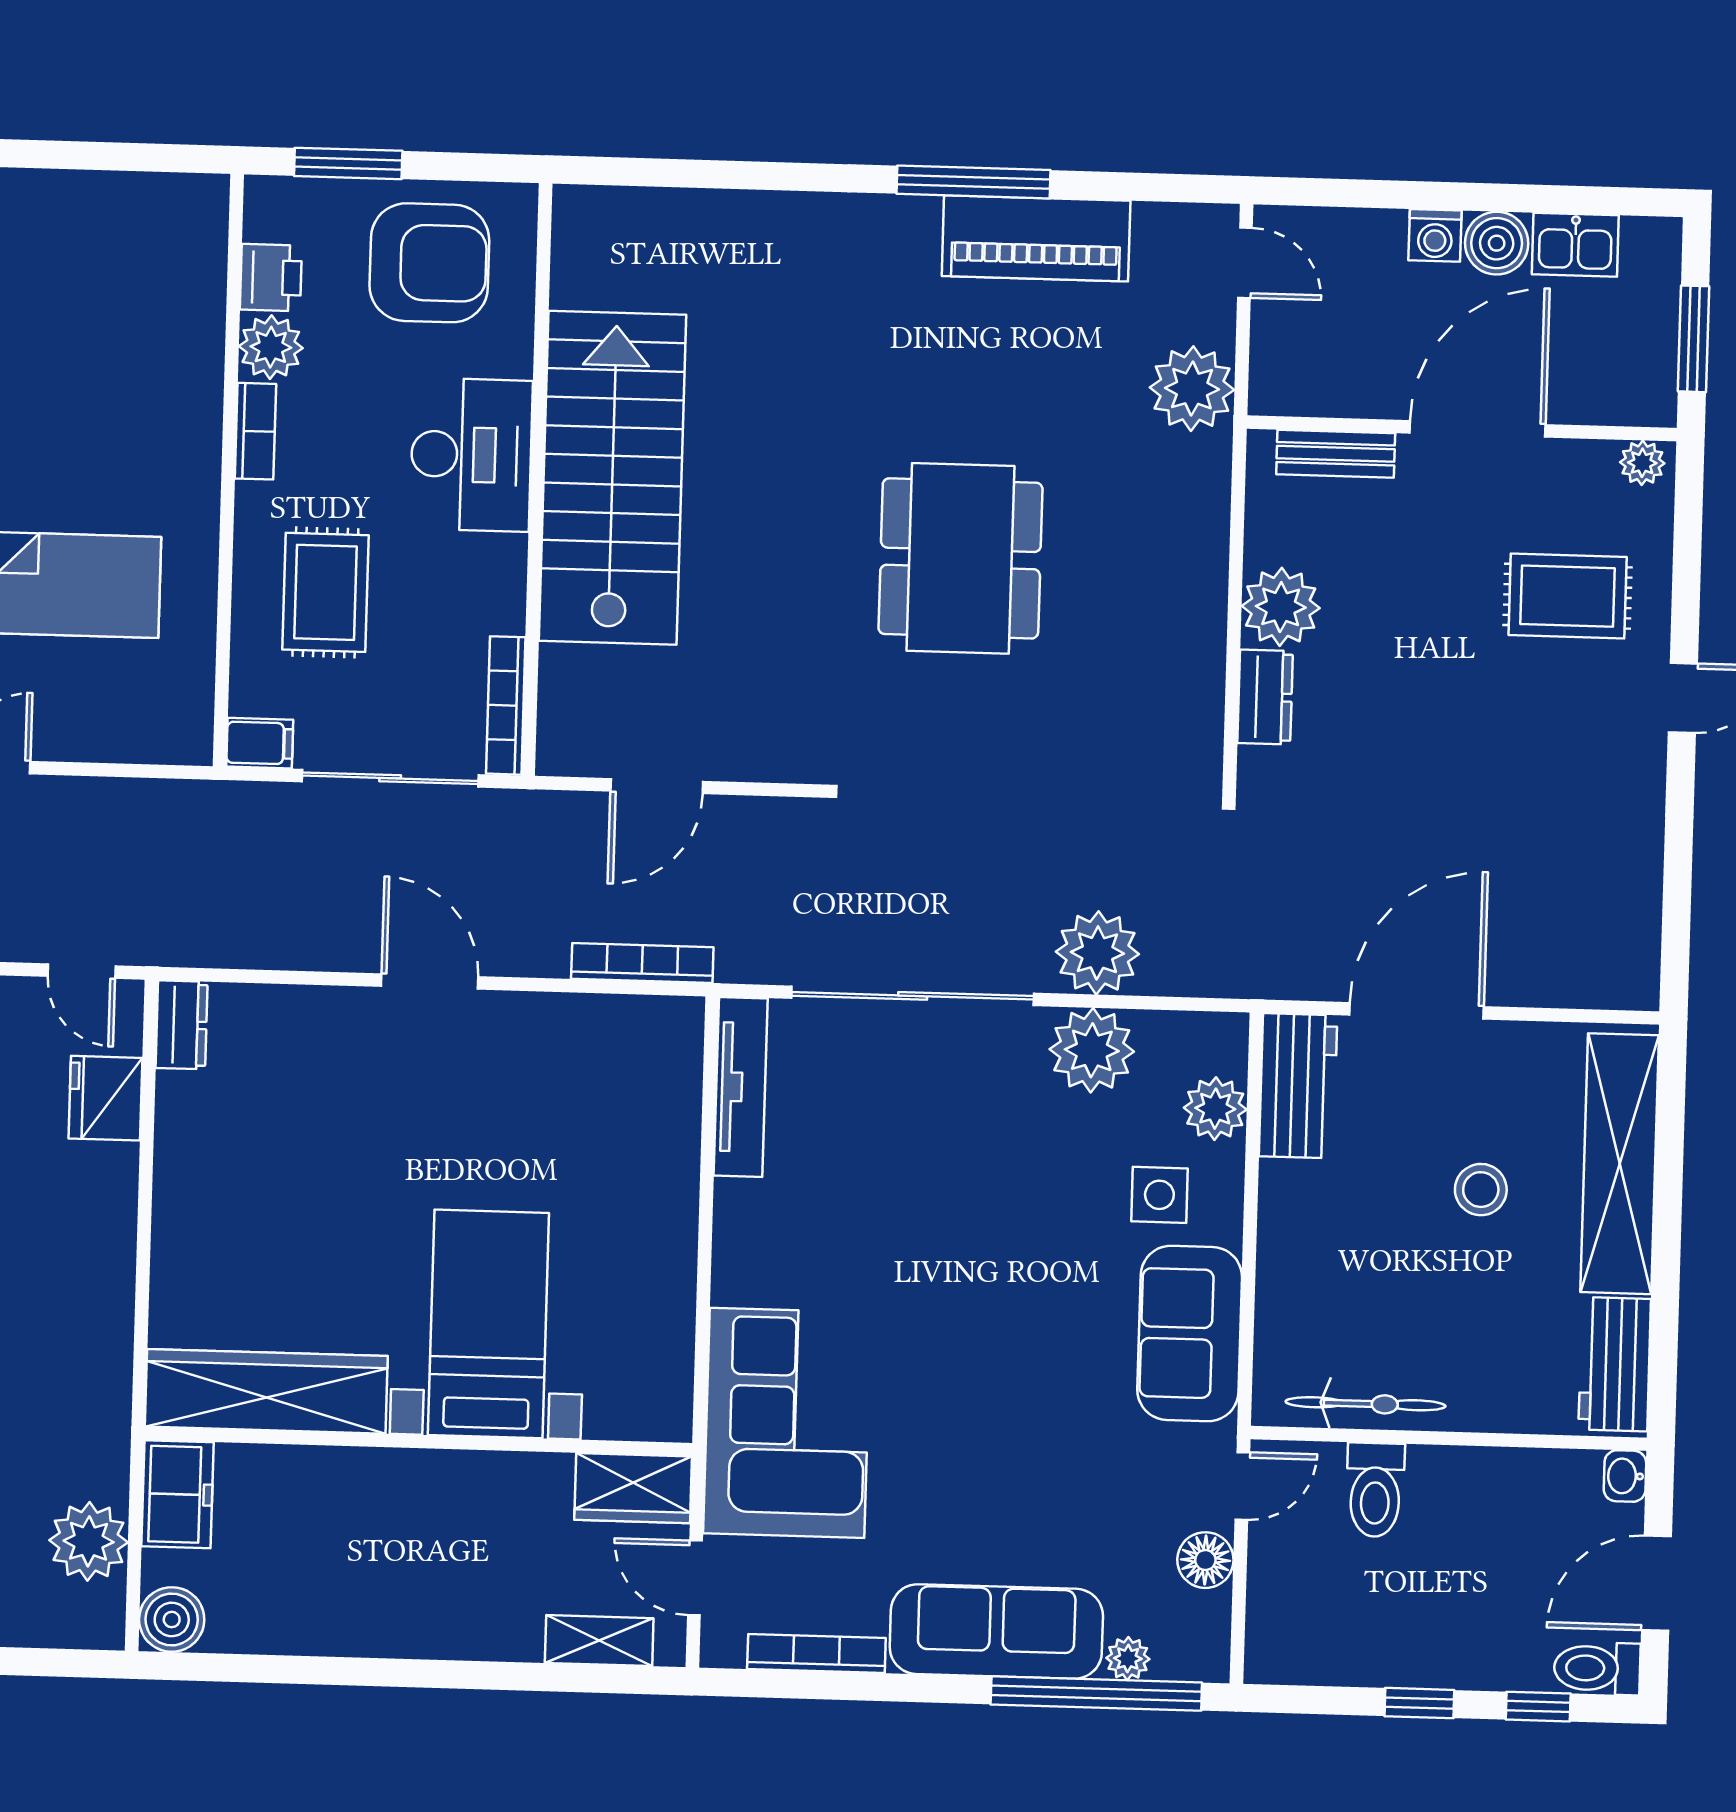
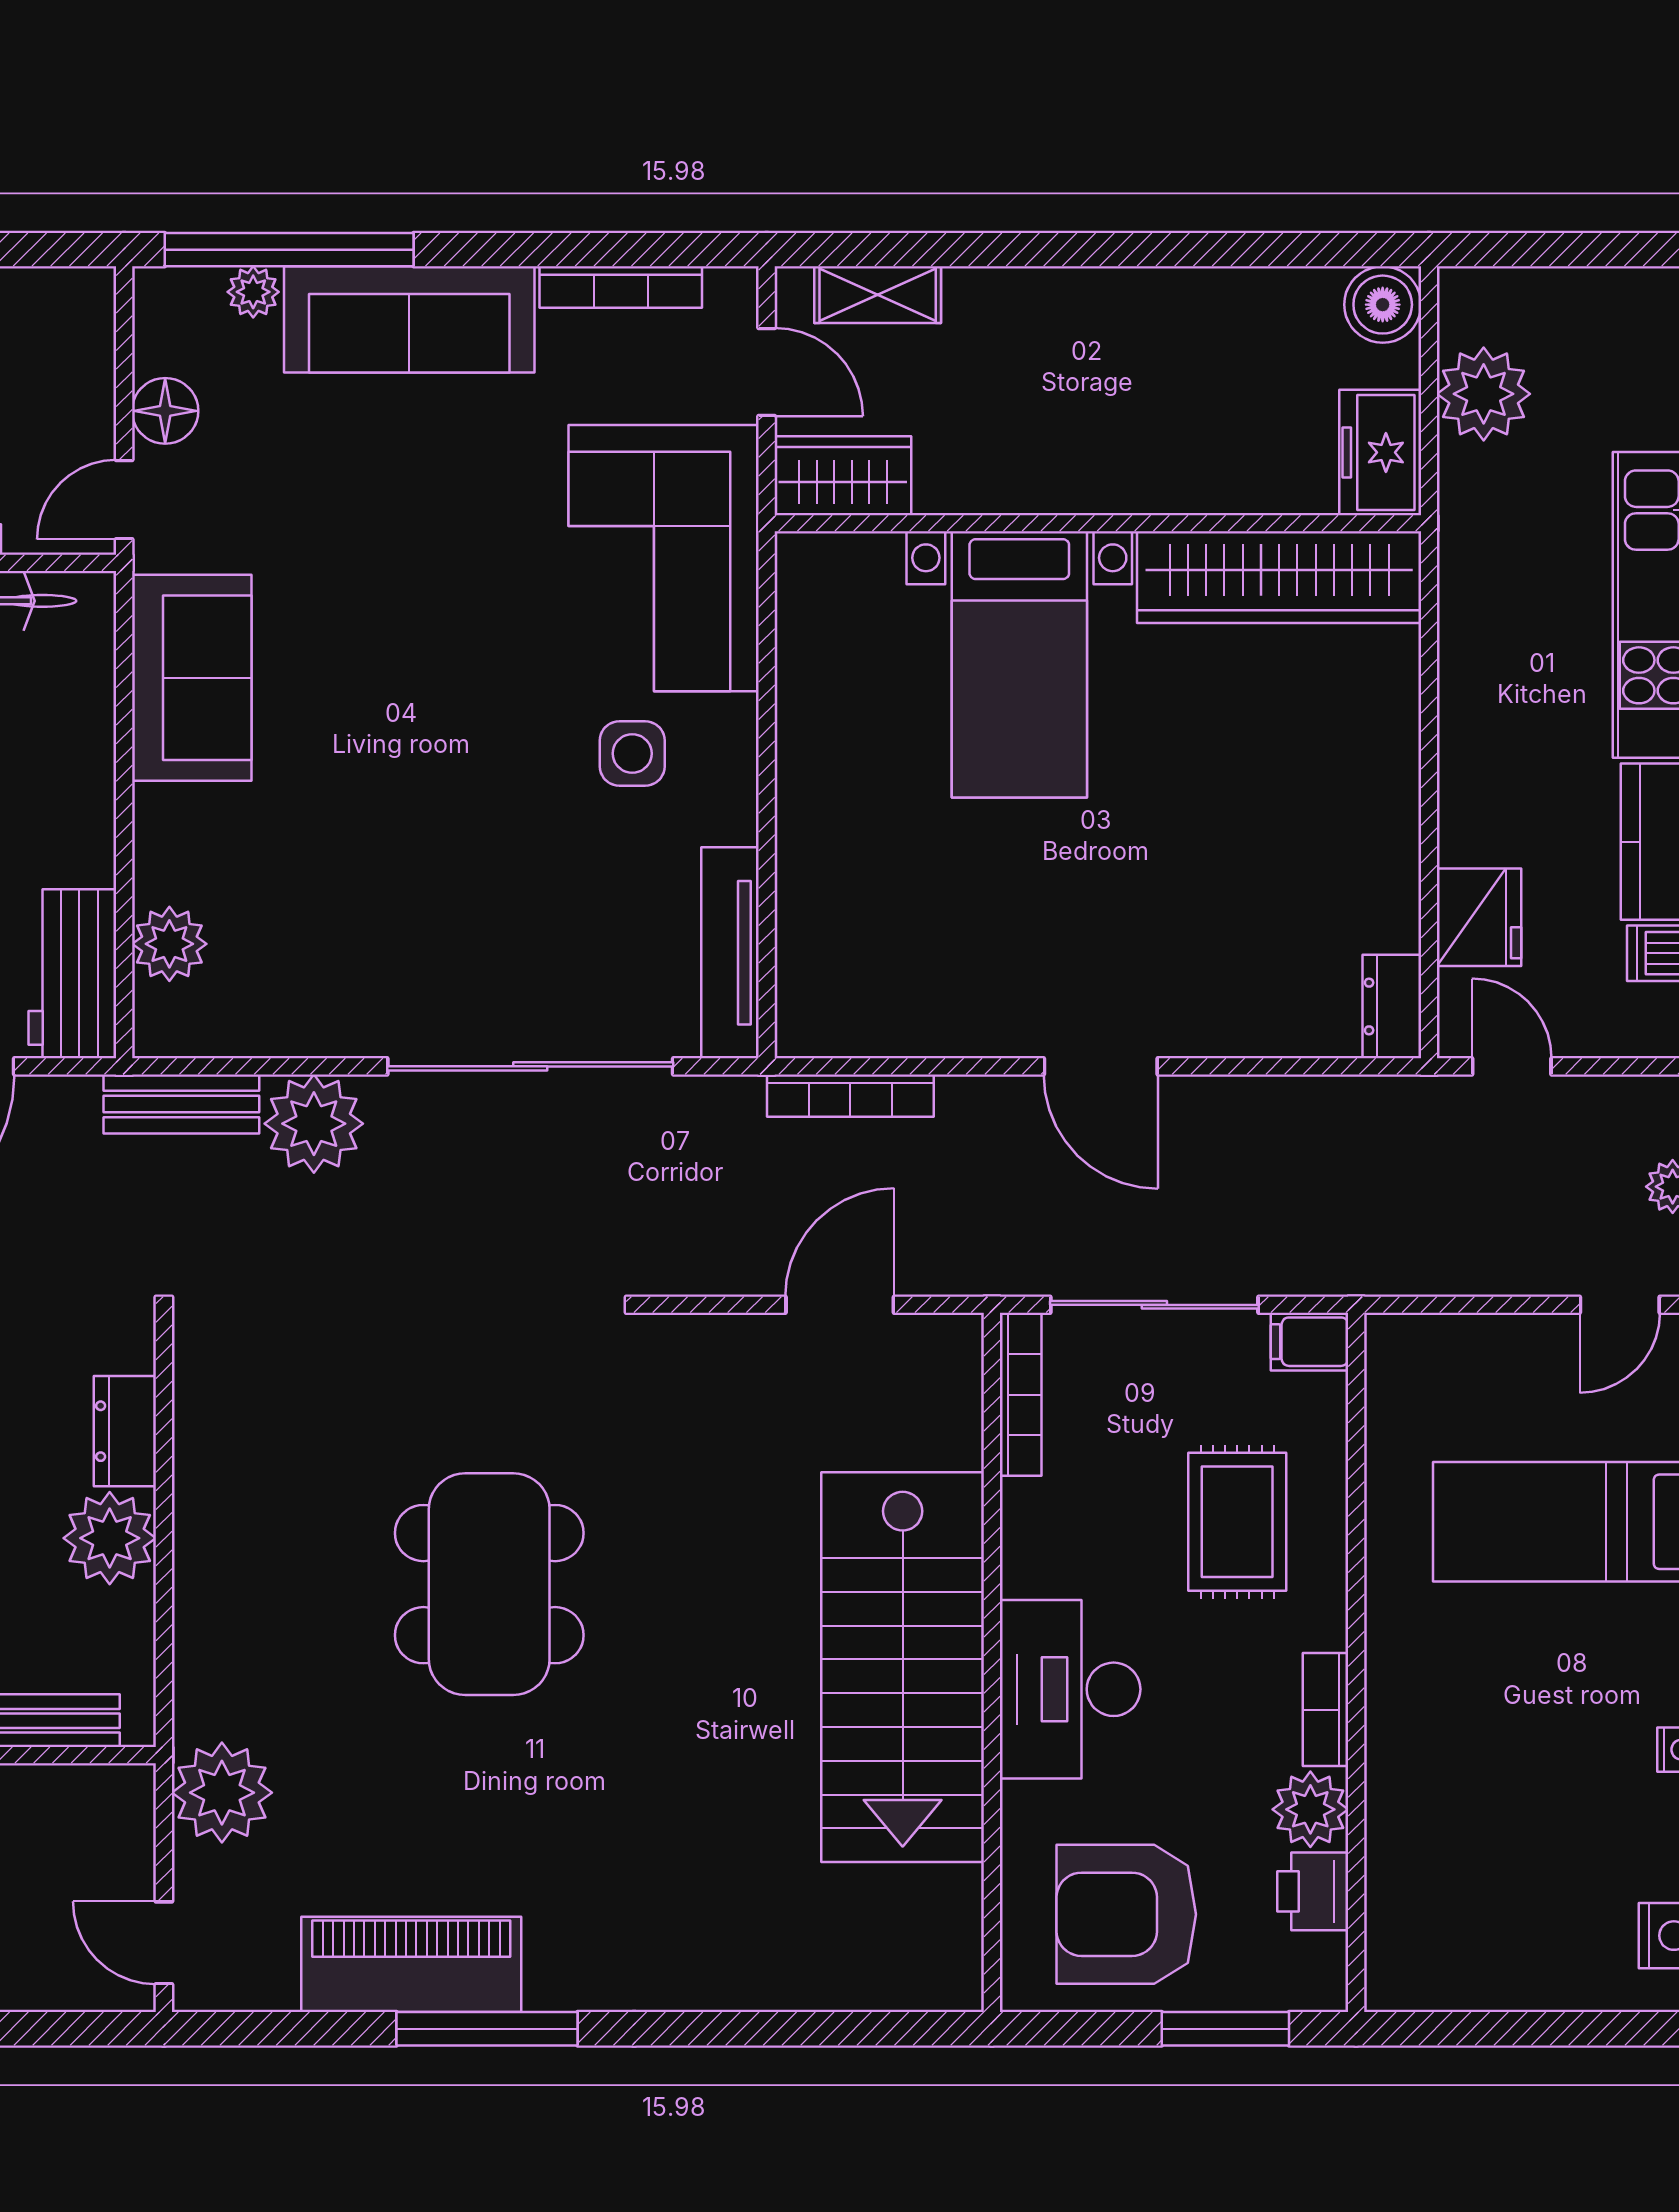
bench: (1209, 973) -> (181, 1104), added
plant: (1092, 1050) -> (317, 1008), removed
side table: (1159, 1195) -> (632, 753), moved

